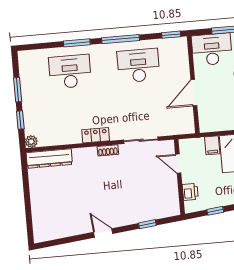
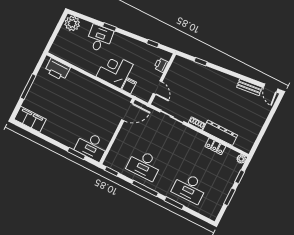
door: (194, 93) -> (127, 112), moved
locker: (96, 135) -> (215, 146), moved
dresser: (49, 159) -> (220, 133), moved
bench: (73, 230) -> (249, 87), added
door: (103, 233) -> (271, 88), moved

